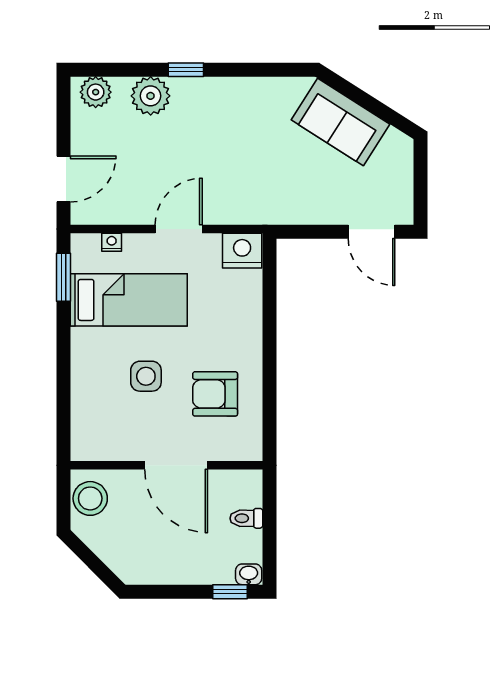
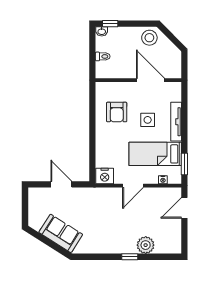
plant: (96, 92) -> (170, 247), removed
door: (372, 232) -> (61, 184), moved
tv unit: (82, 372) -> (176, 122), added
armchair: (215, 394) -> (117, 112), turned 90
door: (176, 465) -> (150, 80), moved
stool: (90, 498) -> (149, 38), moved

